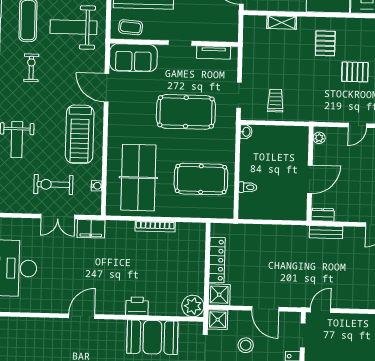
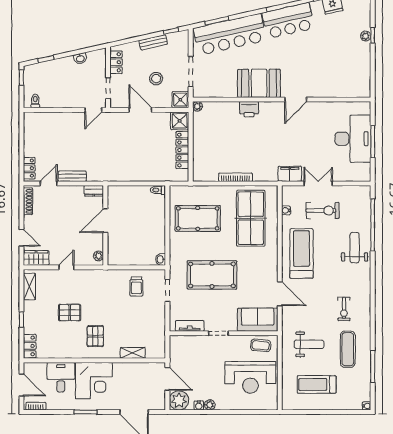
weight bench: (73, 27) -> (309, 344), width x0.73, depth x0.75
toilet: (248, 187) -> (158, 190), moved
bench: (326, 232) -> (72, 176), moved
plant: (193, 306) -> (197, 106), width x0.53, depth x0.53
booth: (152, 337) -> (259, 83), moved

